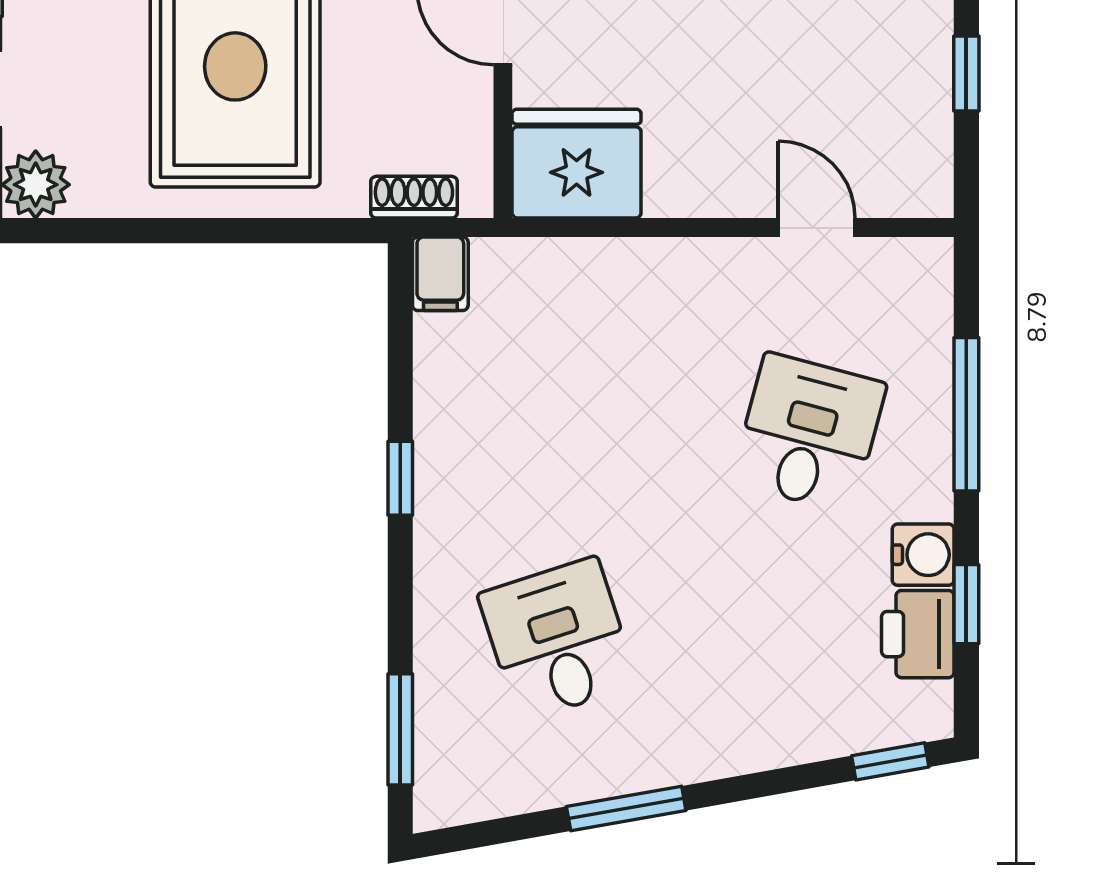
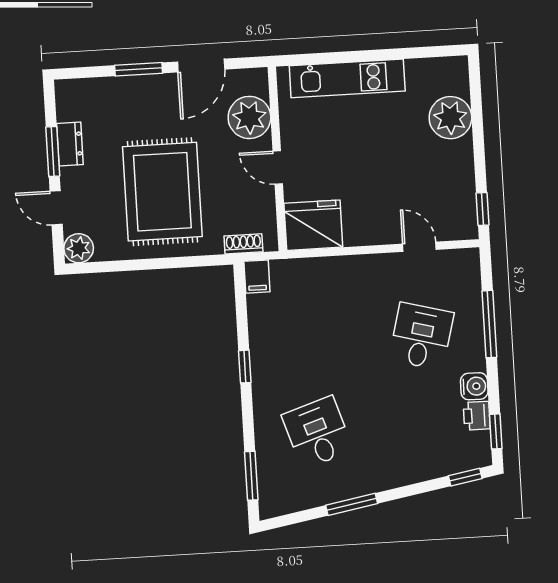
window: (966, 73) -> (483, 209), moved
window: (966, 604) -> (496, 431), moved
printer: (918, 634) -> (477, 416), width x0.73, depth x0.81

